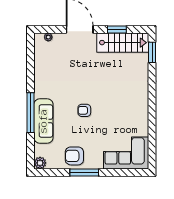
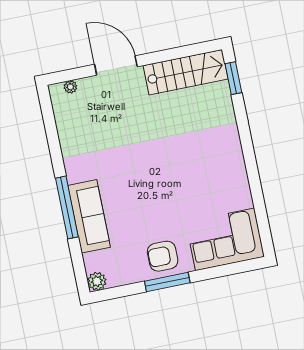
window: (117, 29) -> (173, 54), removed
armchair: (84, 110) -> (148, 187), removed
armchair: (74, 156) -> (163, 256), moved

